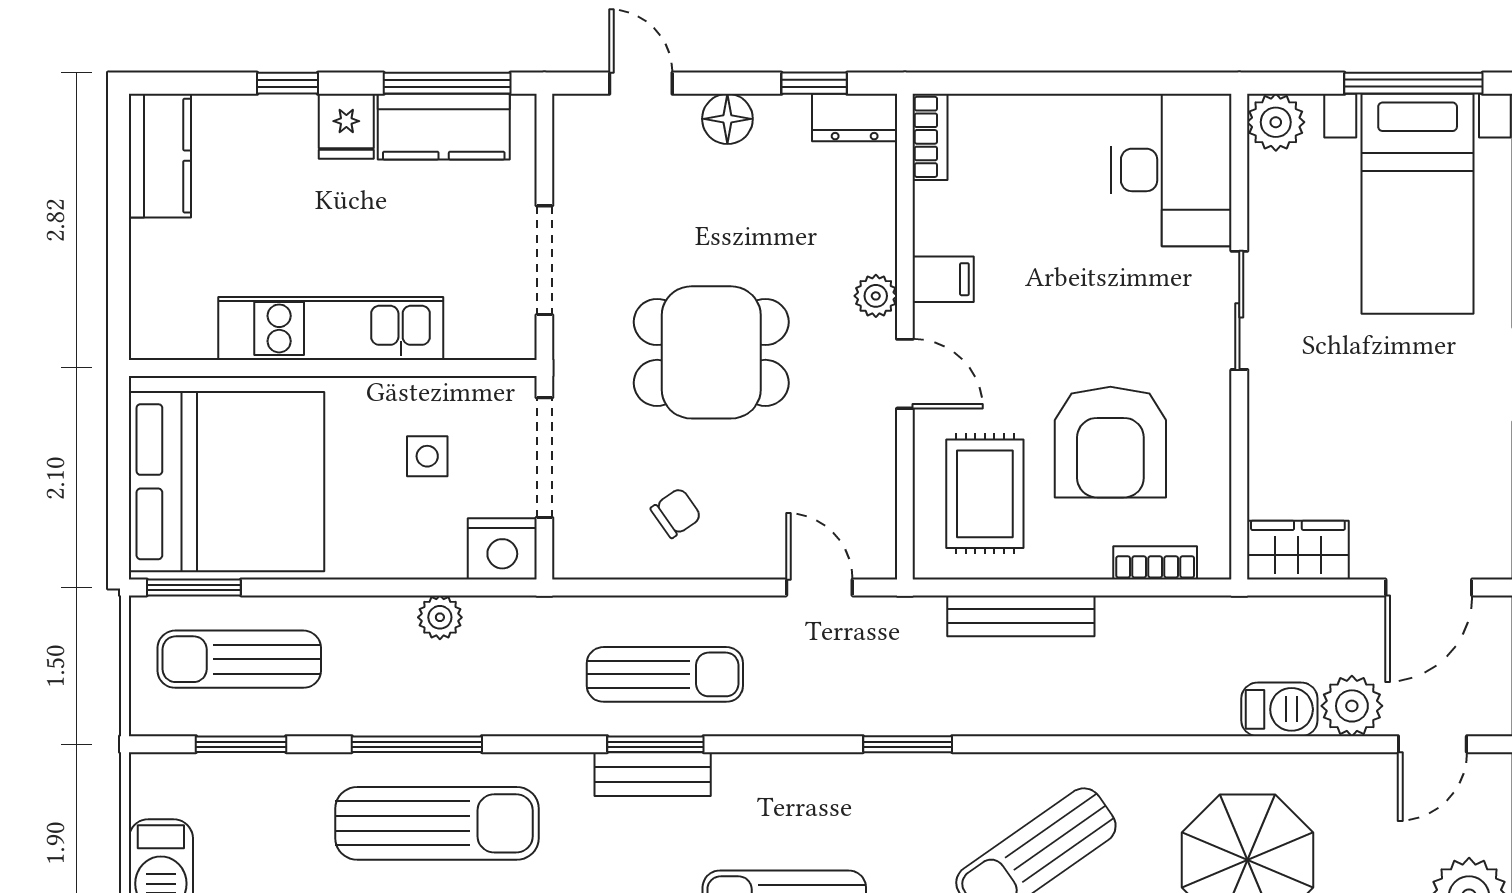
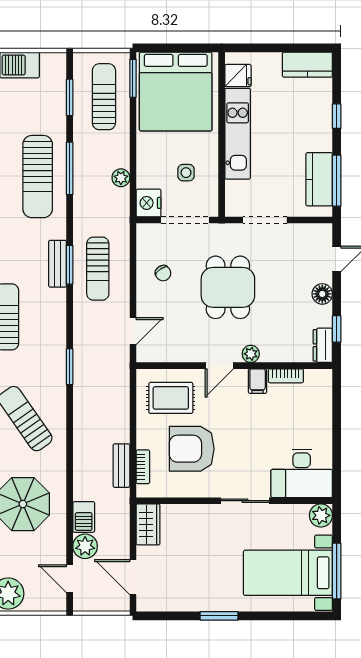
fridge: (346, 126) -> (238, 76), moved, turned 180
bookcase: (930, 137) -> (286, 376), moved
bench: (1021, 616) -> (121, 466), moved, width x0.73

